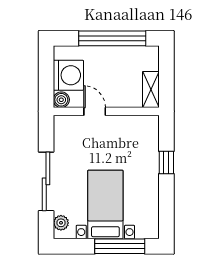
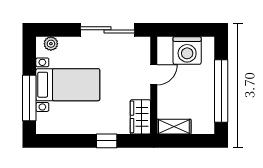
boiler: (61, 100) -> (164, 44), removed
wardrobe: (140, 126) -> (140, 117), added
sliding door: (46, 181) -> (107, 30), moved

